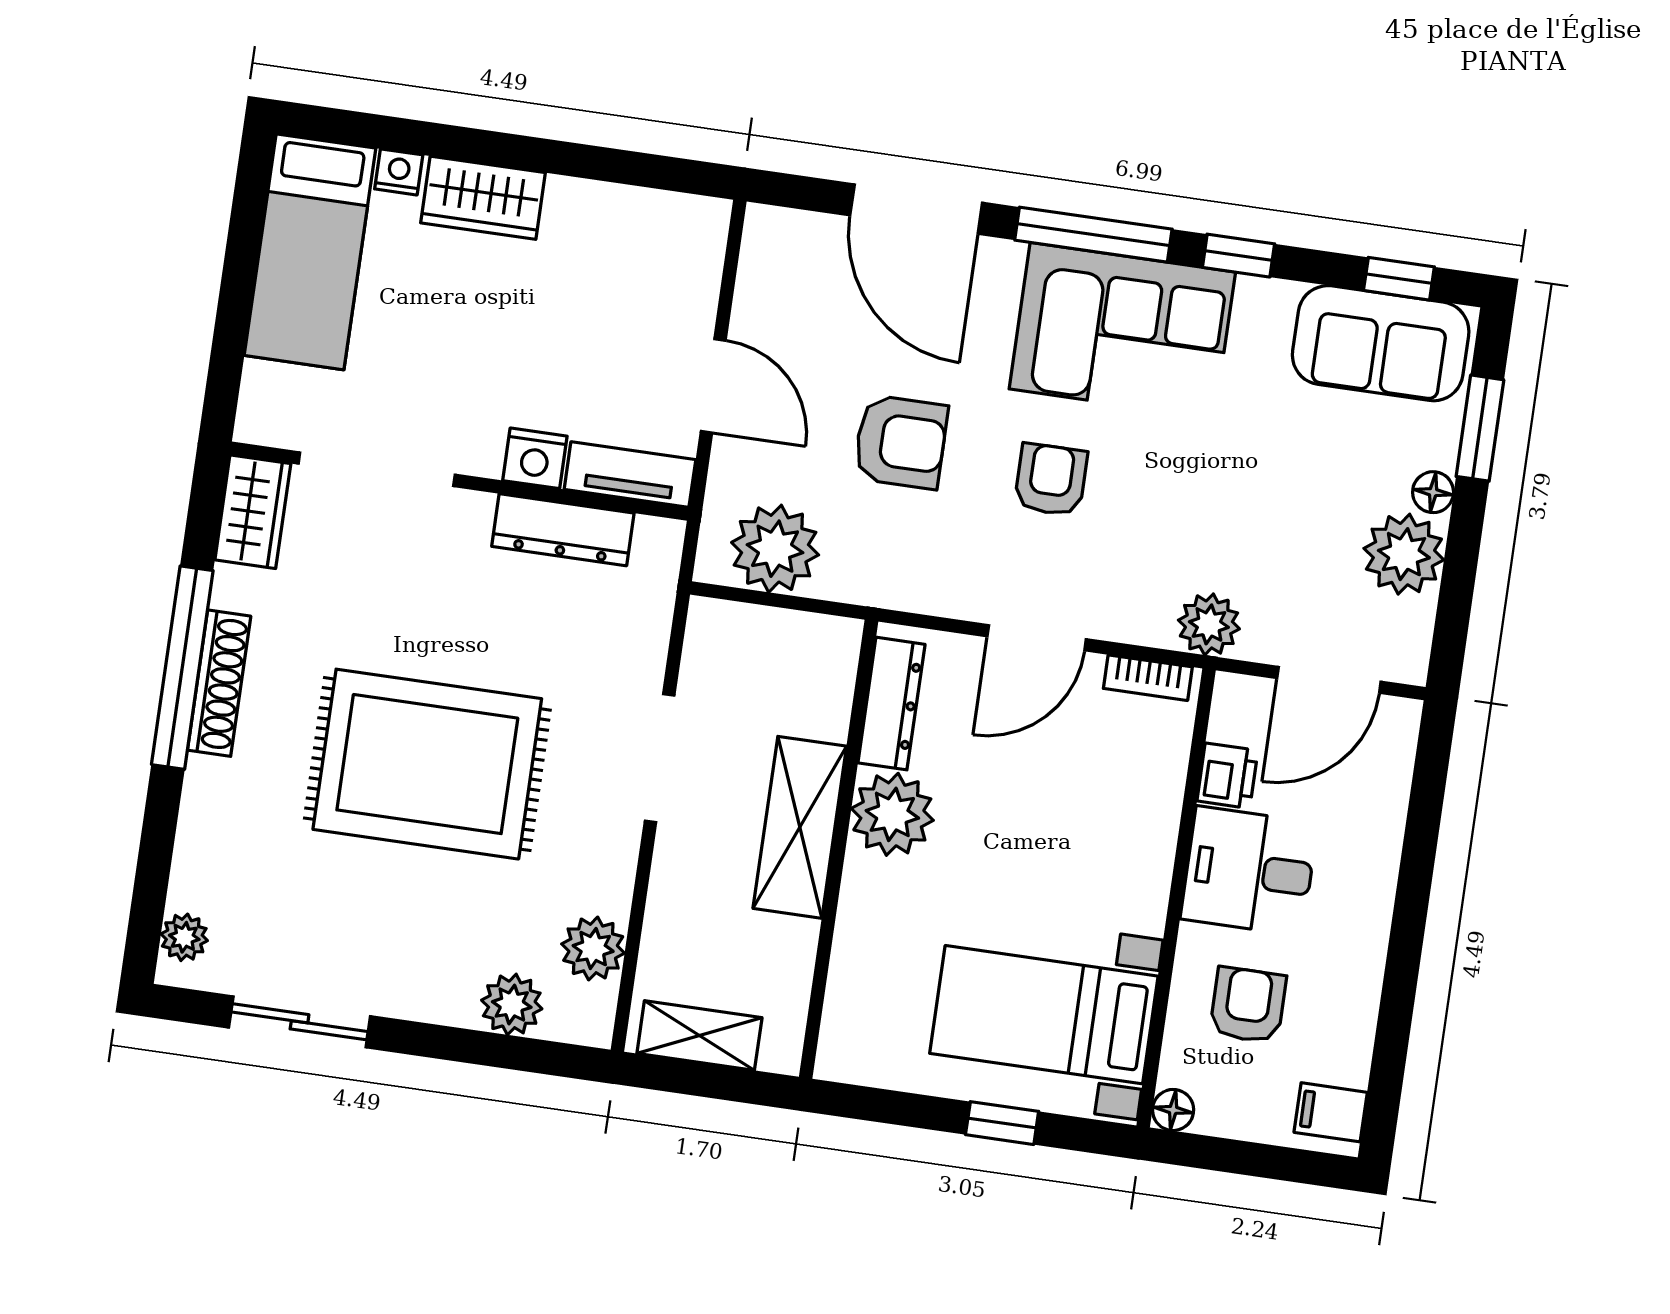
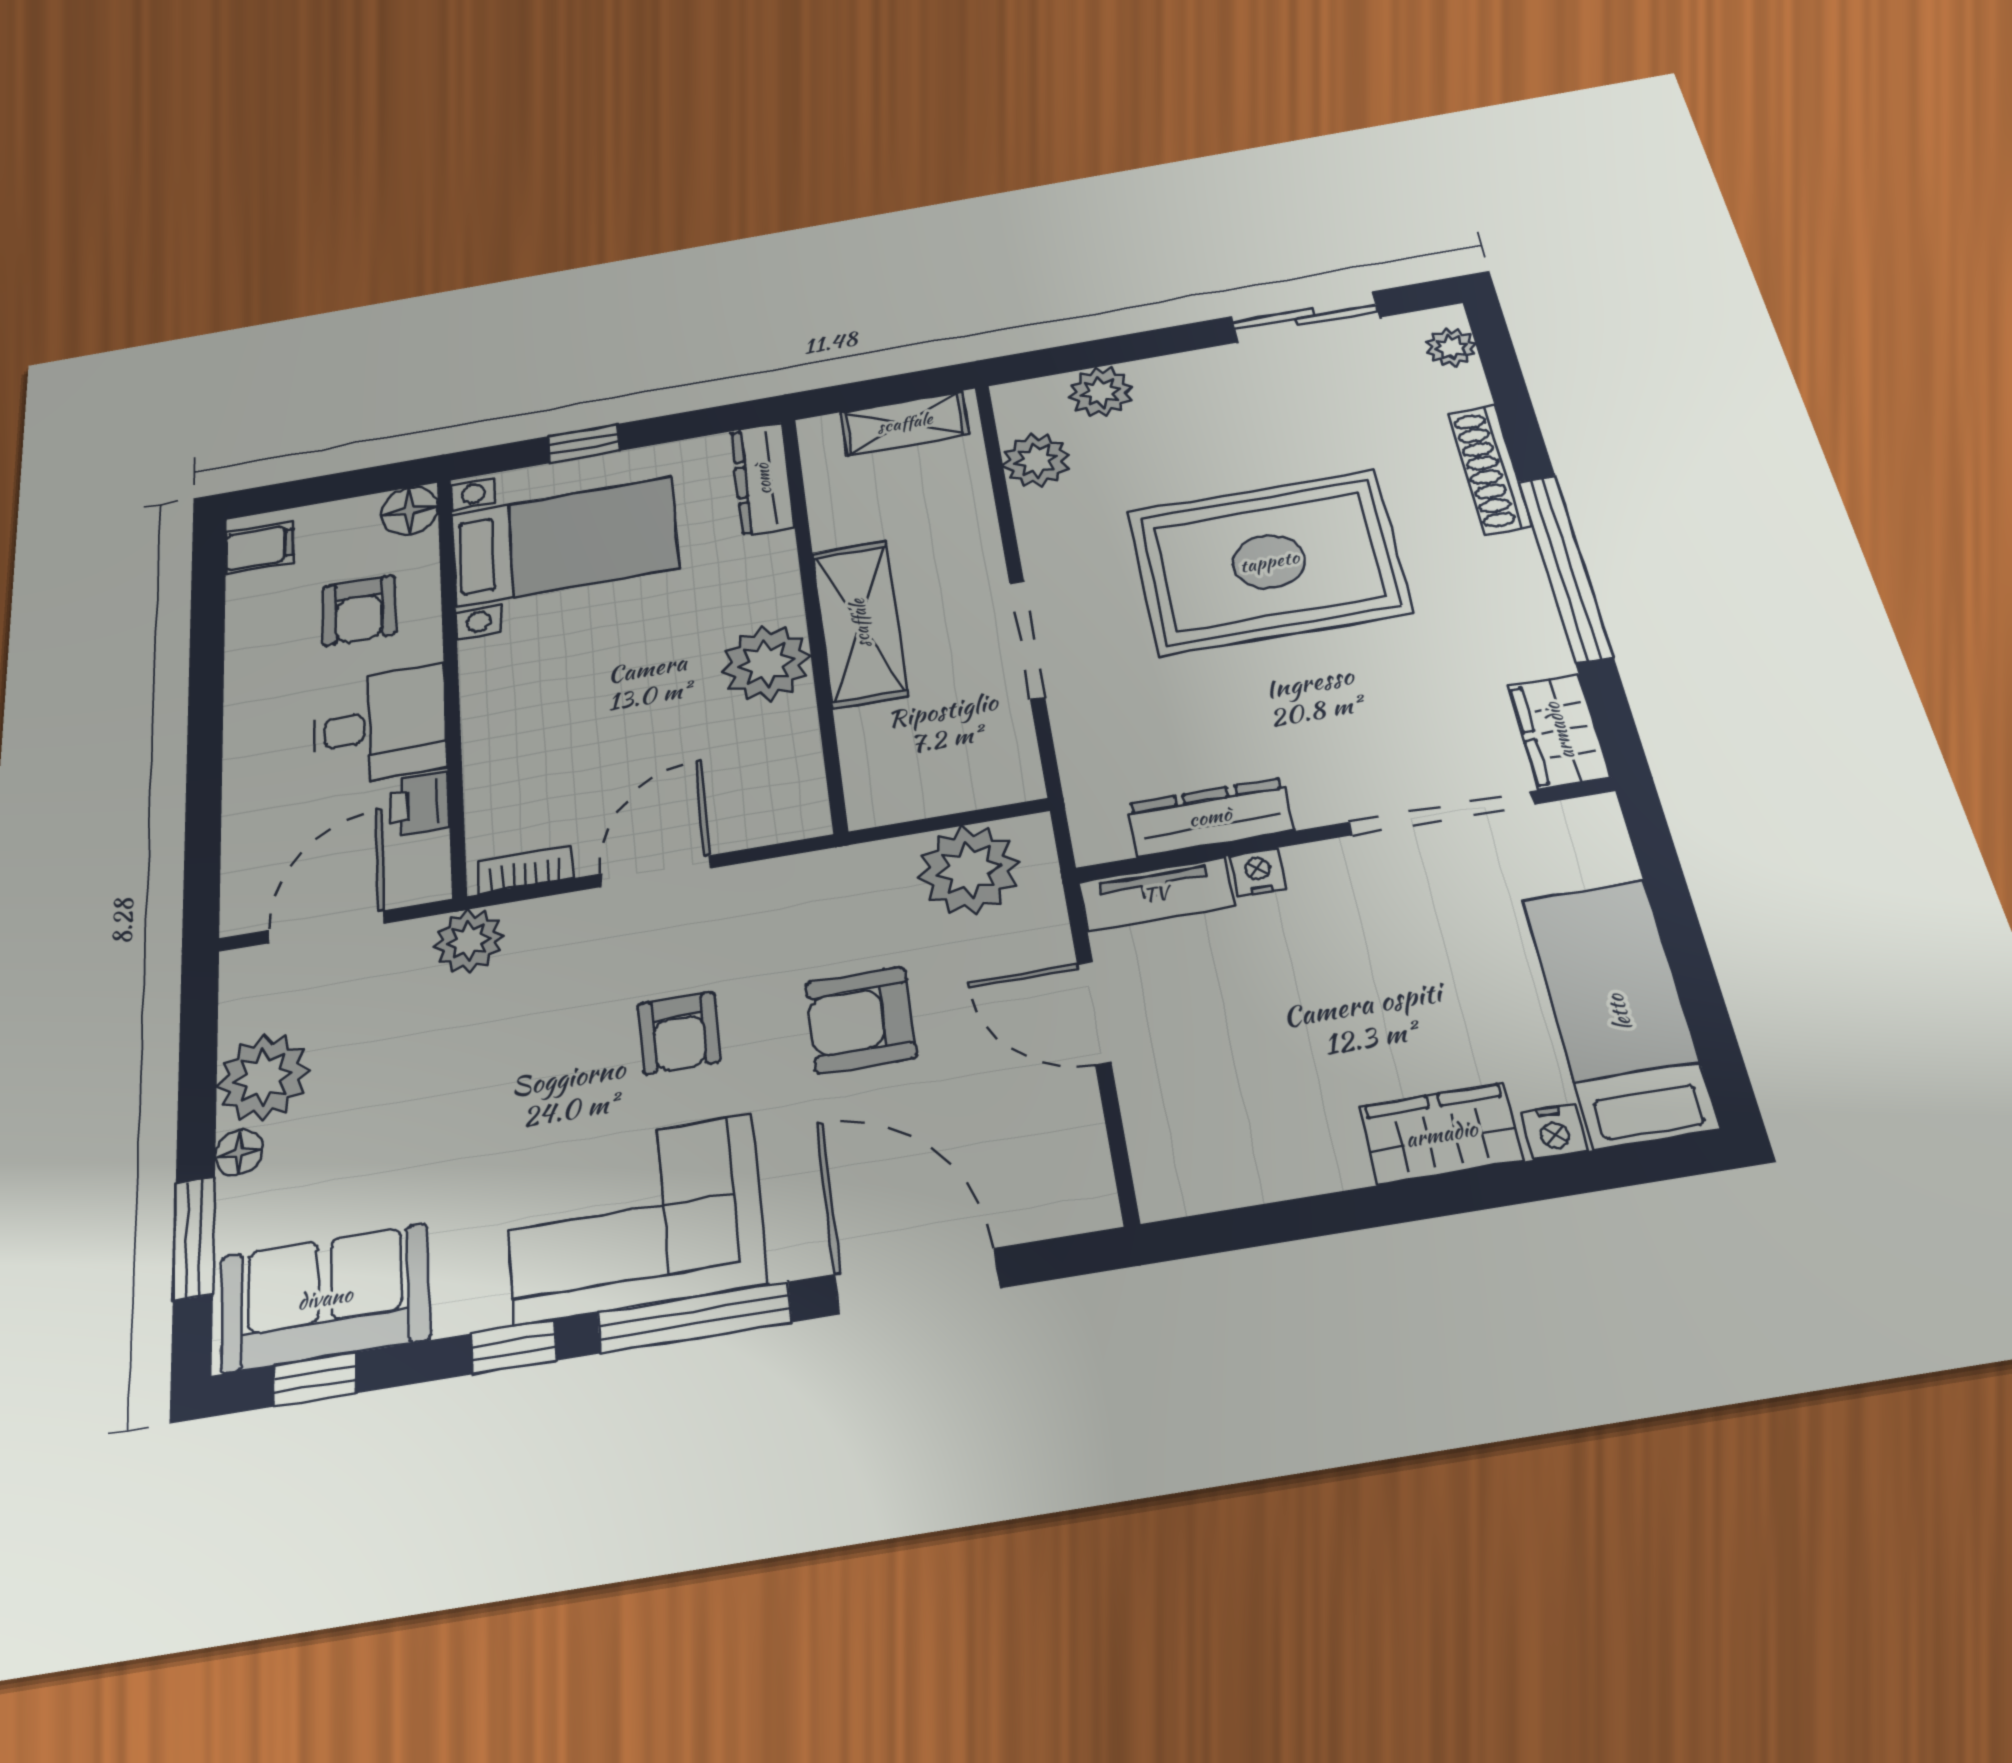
nightstand: (535, 458) -> (1258, 872), width x0.72, depth x0.74
shoe rack: (219, 683) -> (1490, 469), moved
dresser: (891, 704) -> (763, 479), moved
floor lamp: (1173, 1110) -> (410, 511), width x1.37, depth x1.37

